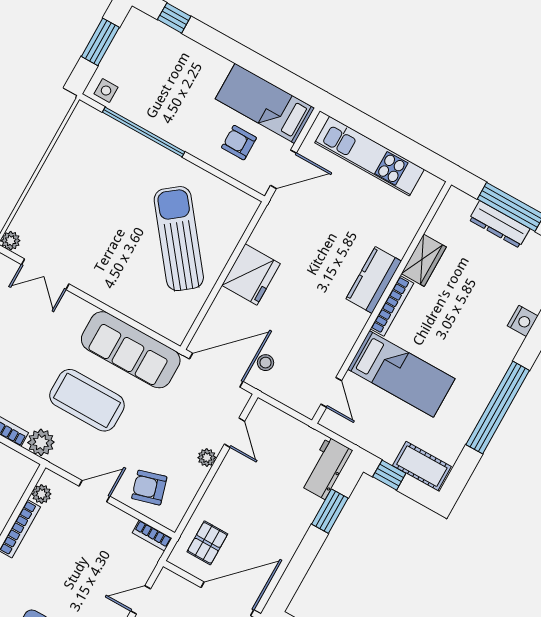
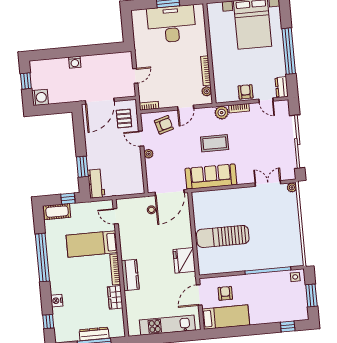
armchair: (239, 143) -> (225, 293), turned -90
sun lounger: (179, 239) -> (223, 236), turned 128
fridge: (251, 275) -> (184, 260), moved
coffee table: (87, 400) -> (215, 143), width x0.73, depth x0.76
door: (234, 433) -> (141, 139), moved

